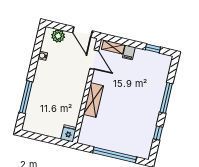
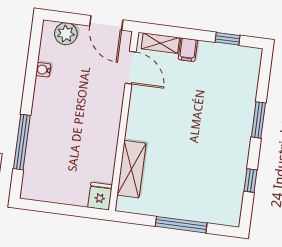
window: (166, 98) -> (258, 120), width x0.69
shelving: (93, 100) -> (131, 169), moved
window: (115, 155) -> (181, 225), width x0.68

